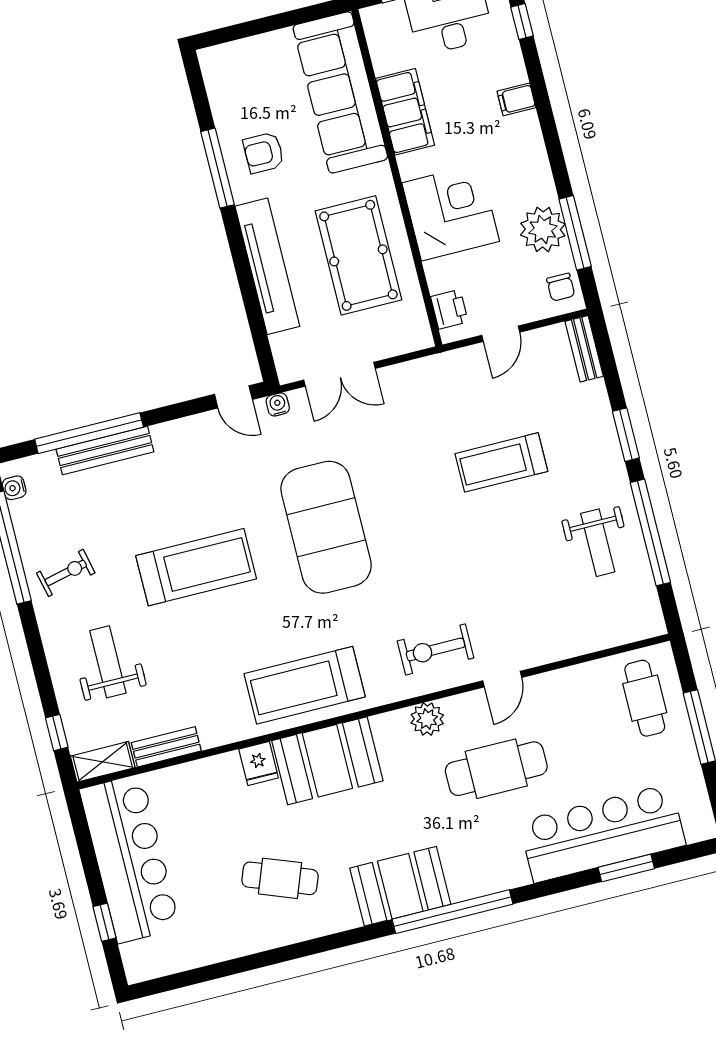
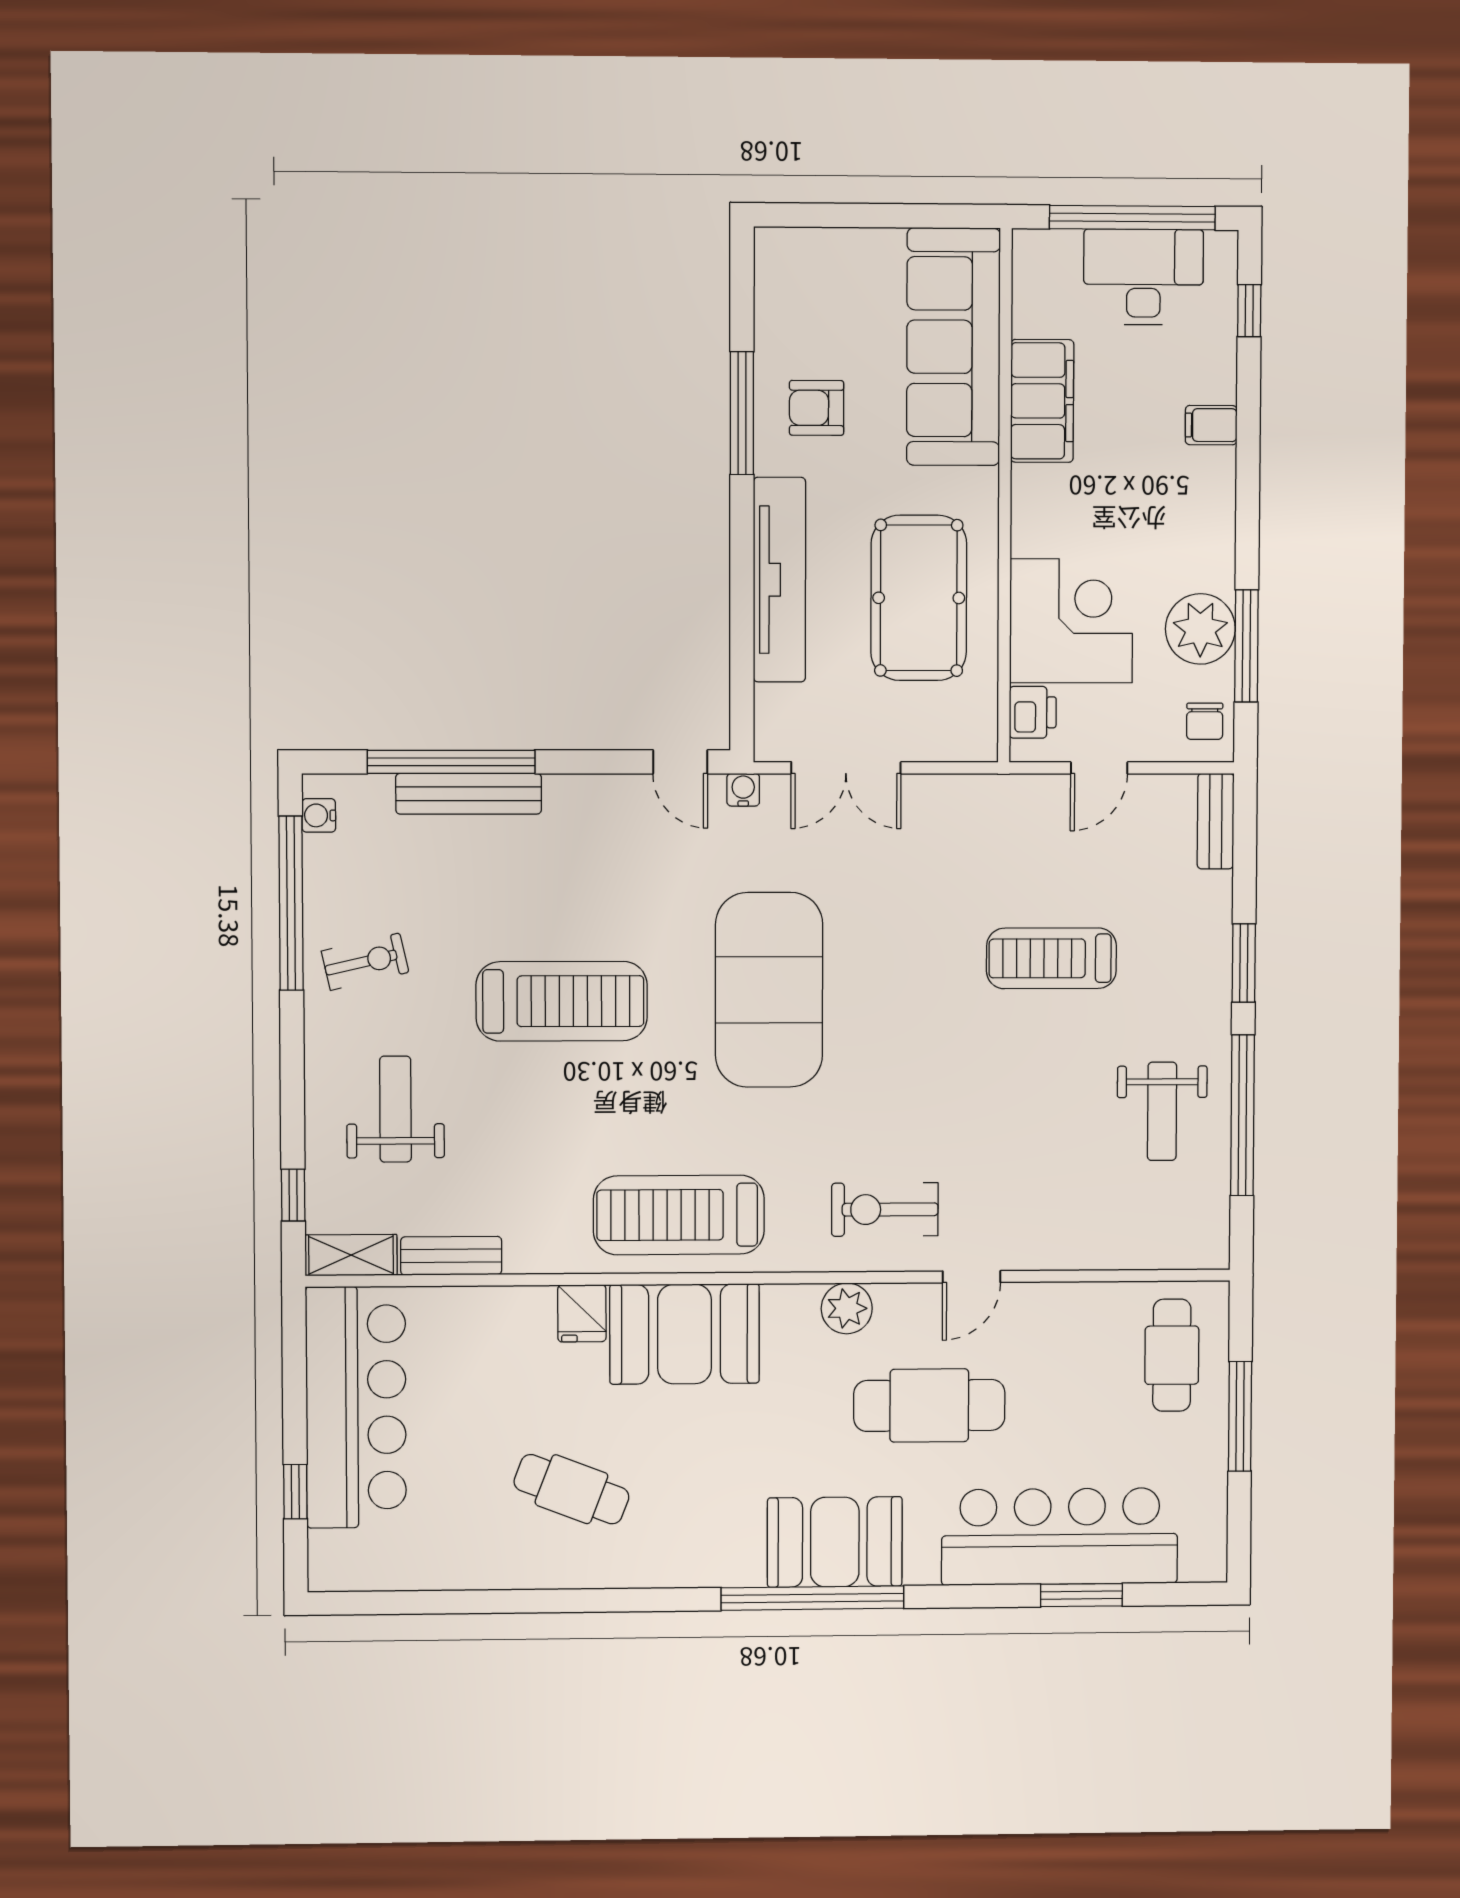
corner desk: (451, 212) -> (1071, 621), moved
booth: (400, 886) -> (835, 1542), moved

